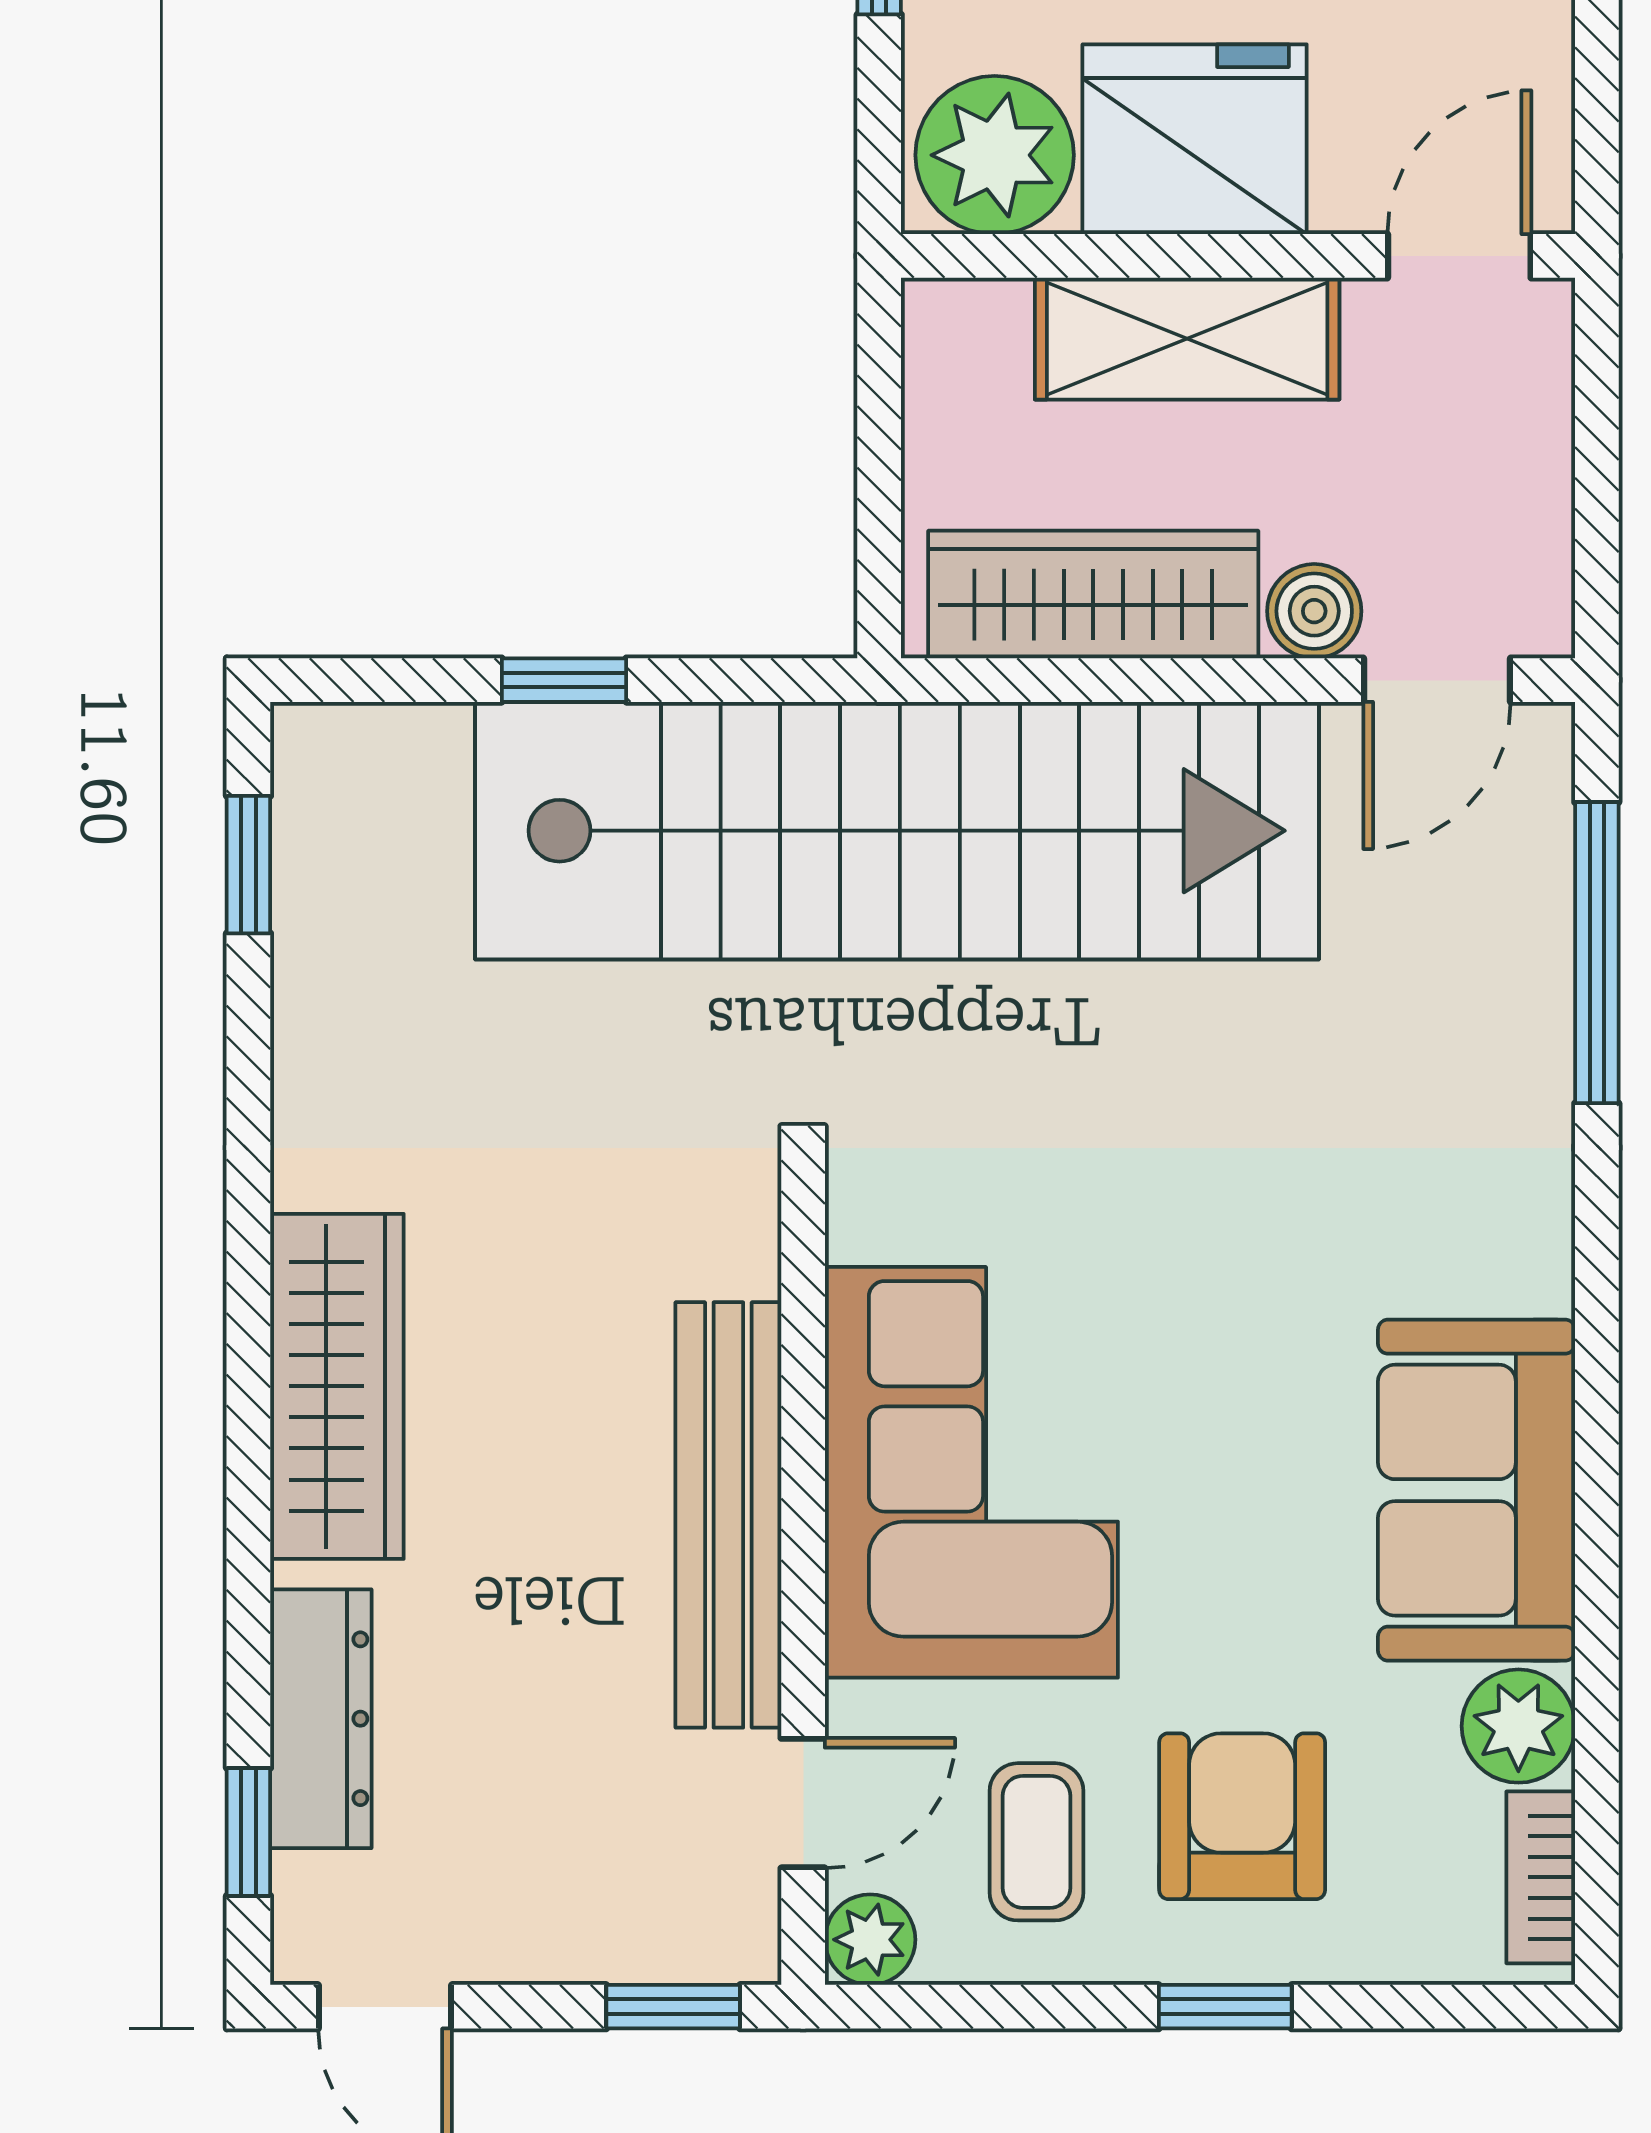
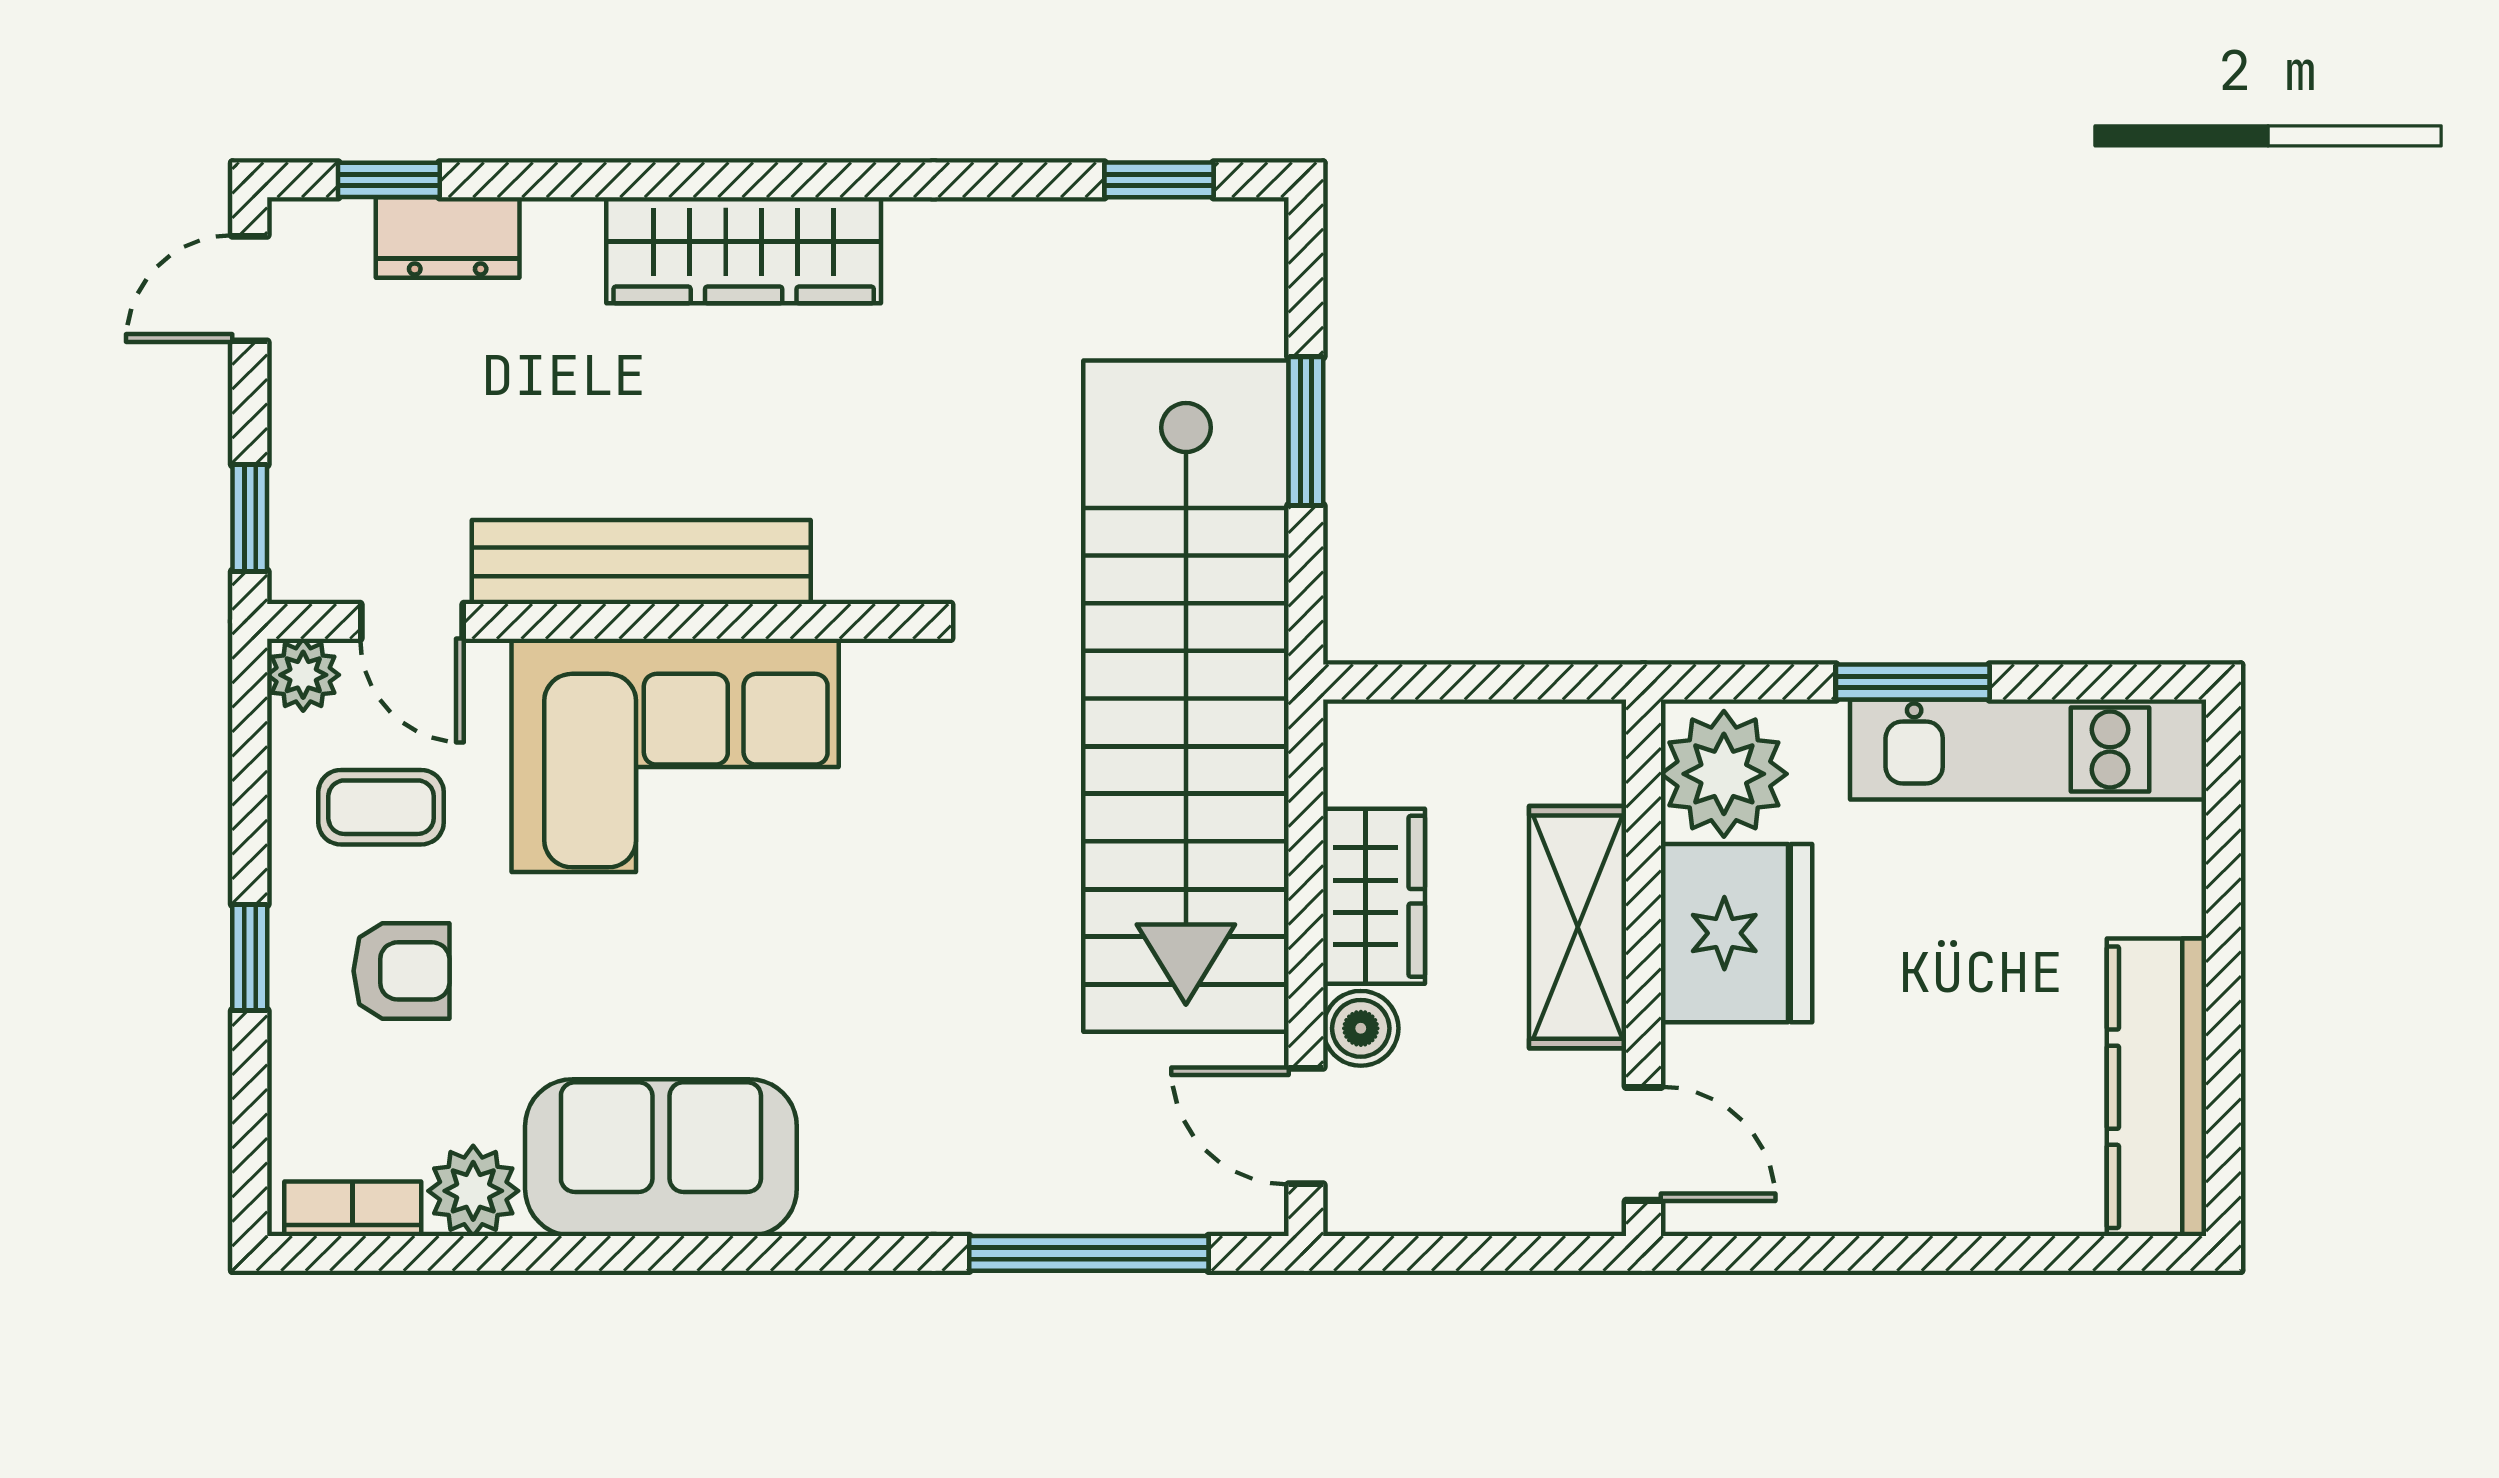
wardrobe: (1093, 594) -> (1374, 896), width x0.67
window: (564, 680) -> (1306, 431), width x1.50
dresser: (321, 1719) -> (448, 238), width x0.70
armchair: (1242, 1816) -> (401, 971), width x0.72, depth x0.72

